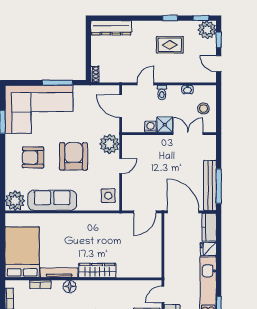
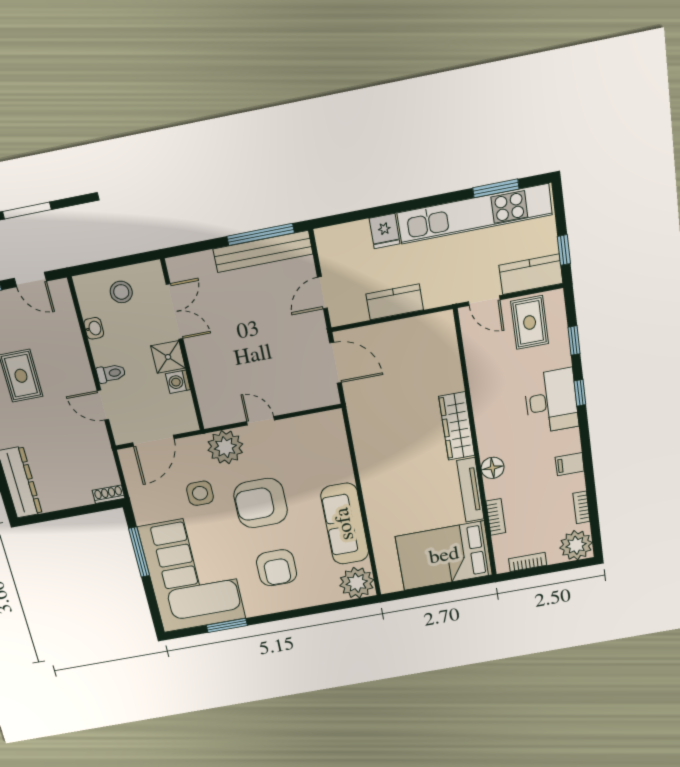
door: (219, 64) -> (30, 280), hinge flipped
double door: (188, 134) -> (175, 312), swing flipped
side table: (108, 196) -> (200, 493), moved
door: (183, 212) -> (322, 293), width x0.53
kitchen counter: (209, 227) -> (395, 302), moved, turned 180

